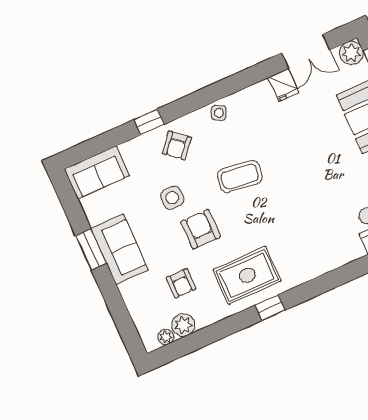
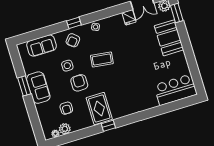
window: (149, 122) -> (74, 23), moved
sofa: (97, 172) -> (42, 46), moved
rug: (247, 275) -> (99, 108), turned 90

